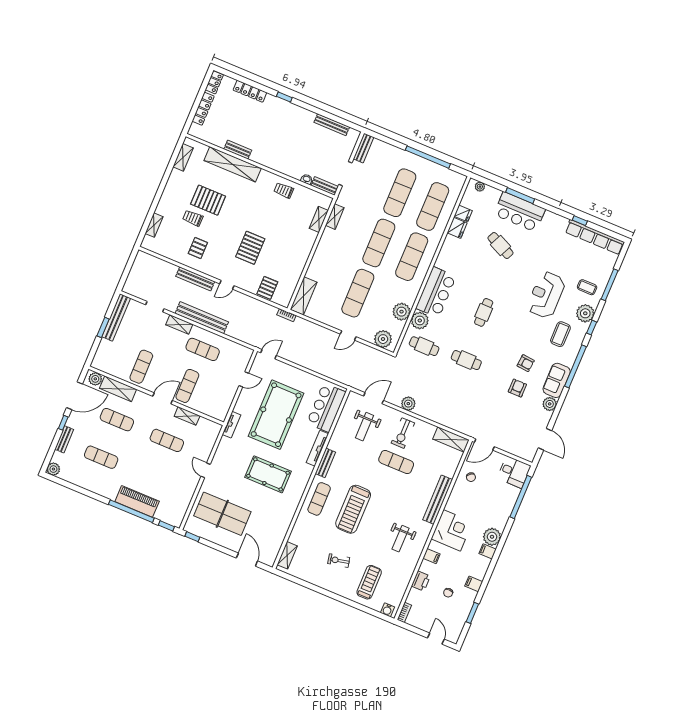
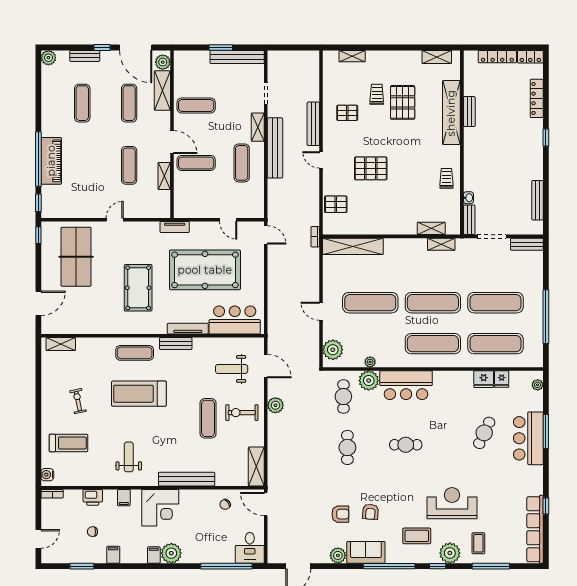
shelving: (304, 296) -> (353, 246), width x1.47
plant: (401, 312) -> (370, 362), width x0.53, depth x0.53
weight bench: (401, 539) -> (129, 457), turned 90

